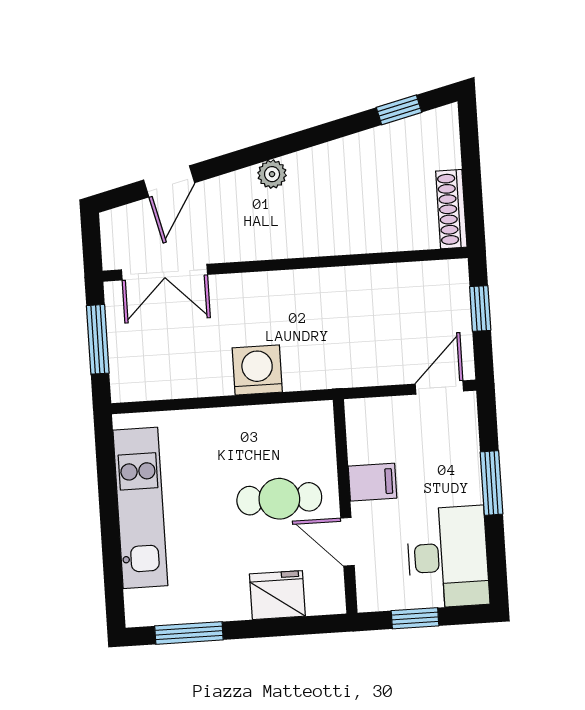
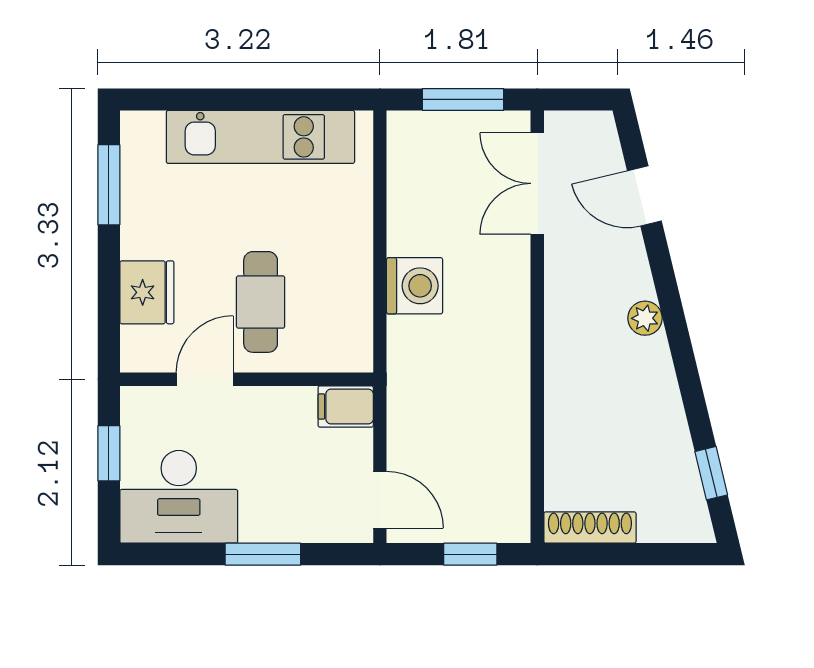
filing cabinet: (372, 482) -> (346, 406), moved, turned 90

